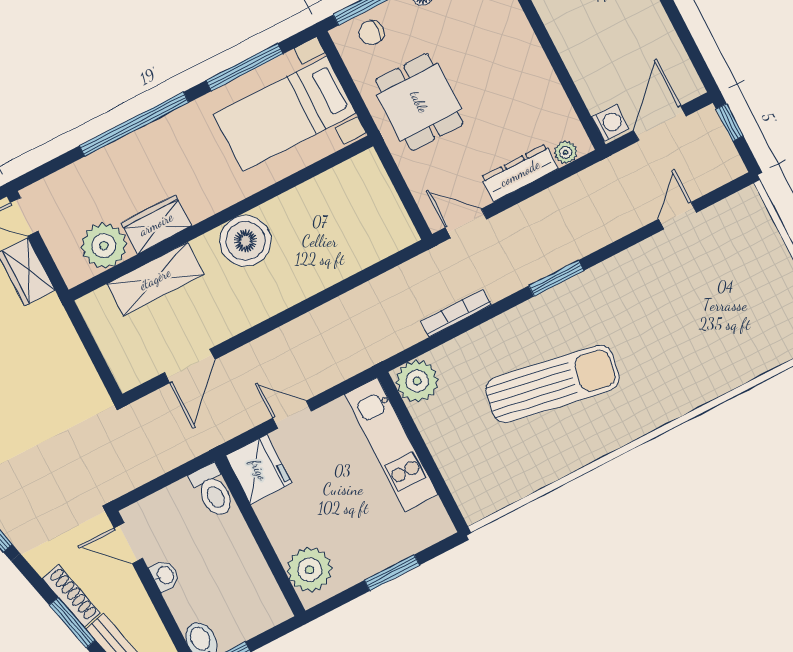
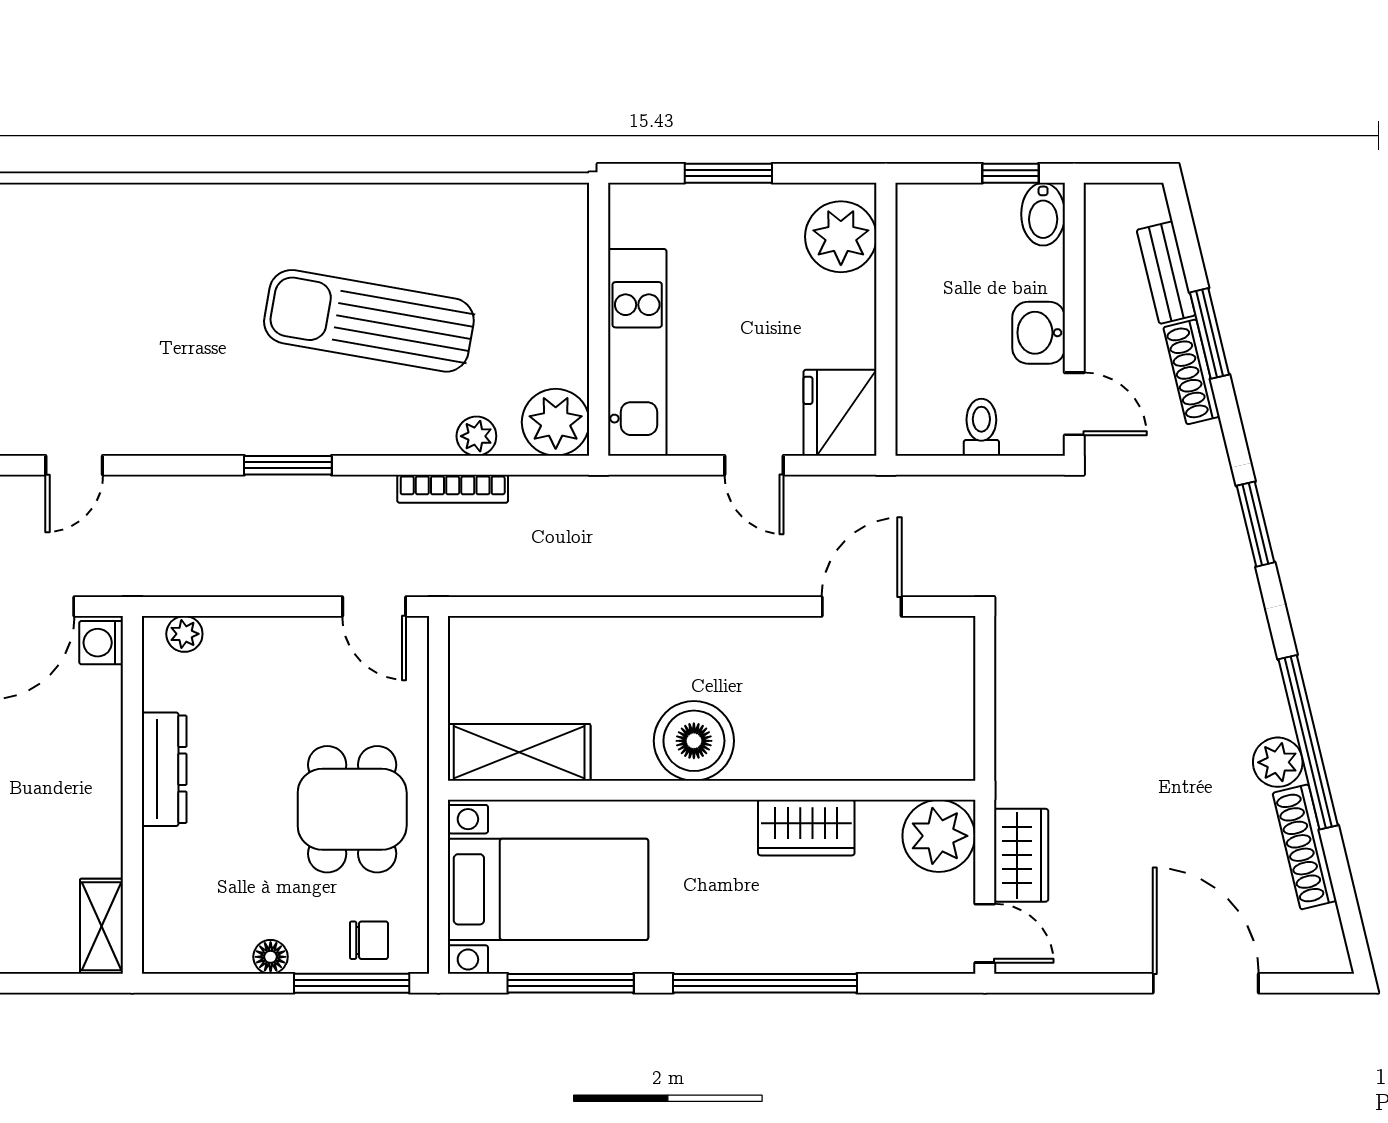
dresser: (520, 173) -> (164, 769), moved, turned -90
plant: (104, 246) -> (939, 836), moved
shelving: (155, 279) -> (519, 752), moved
plant: (458, 350) -> (476, 436), added
toilet: (213, 491) -> (981, 427), moved, width x0.73, depth x0.72
washbasin: (165, 575) -> (1039, 333), width x1.38, depth x1.45

